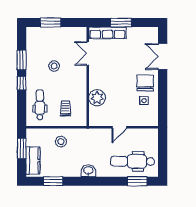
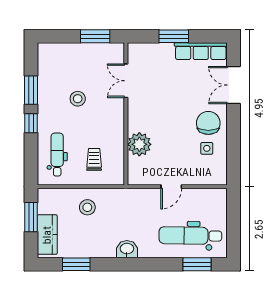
window: (51, 23) -> (95, 36), moved
row of seats: (107, 33) -> (201, 51), moved

